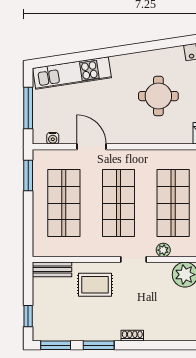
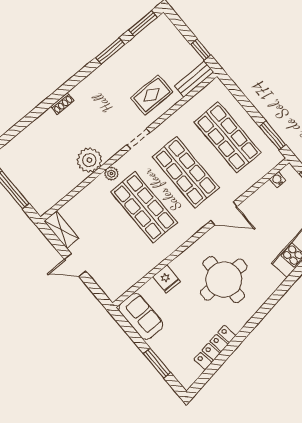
round table: (158, 96) -> (224, 280), width x1.36, depth x1.36
door: (92, 147) -> (224, 213), moved
plant: (163, 250) -> (111, 174), moved
window: (28, 316) -> (201, 50), moved
shoe rack: (132, 336) -> (62, 103), moved

